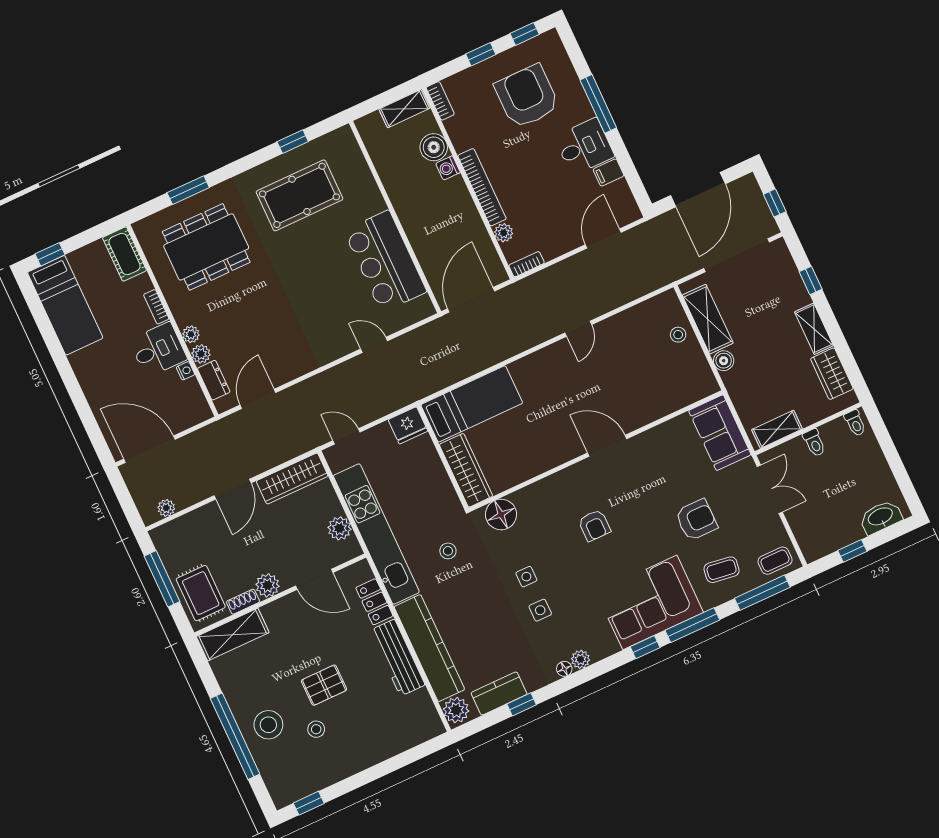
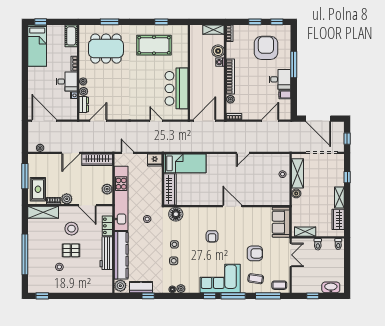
door: (698, 190) -> (318, 119), hinge flipped
stool: (268, 725) -> (71, 229), moved

